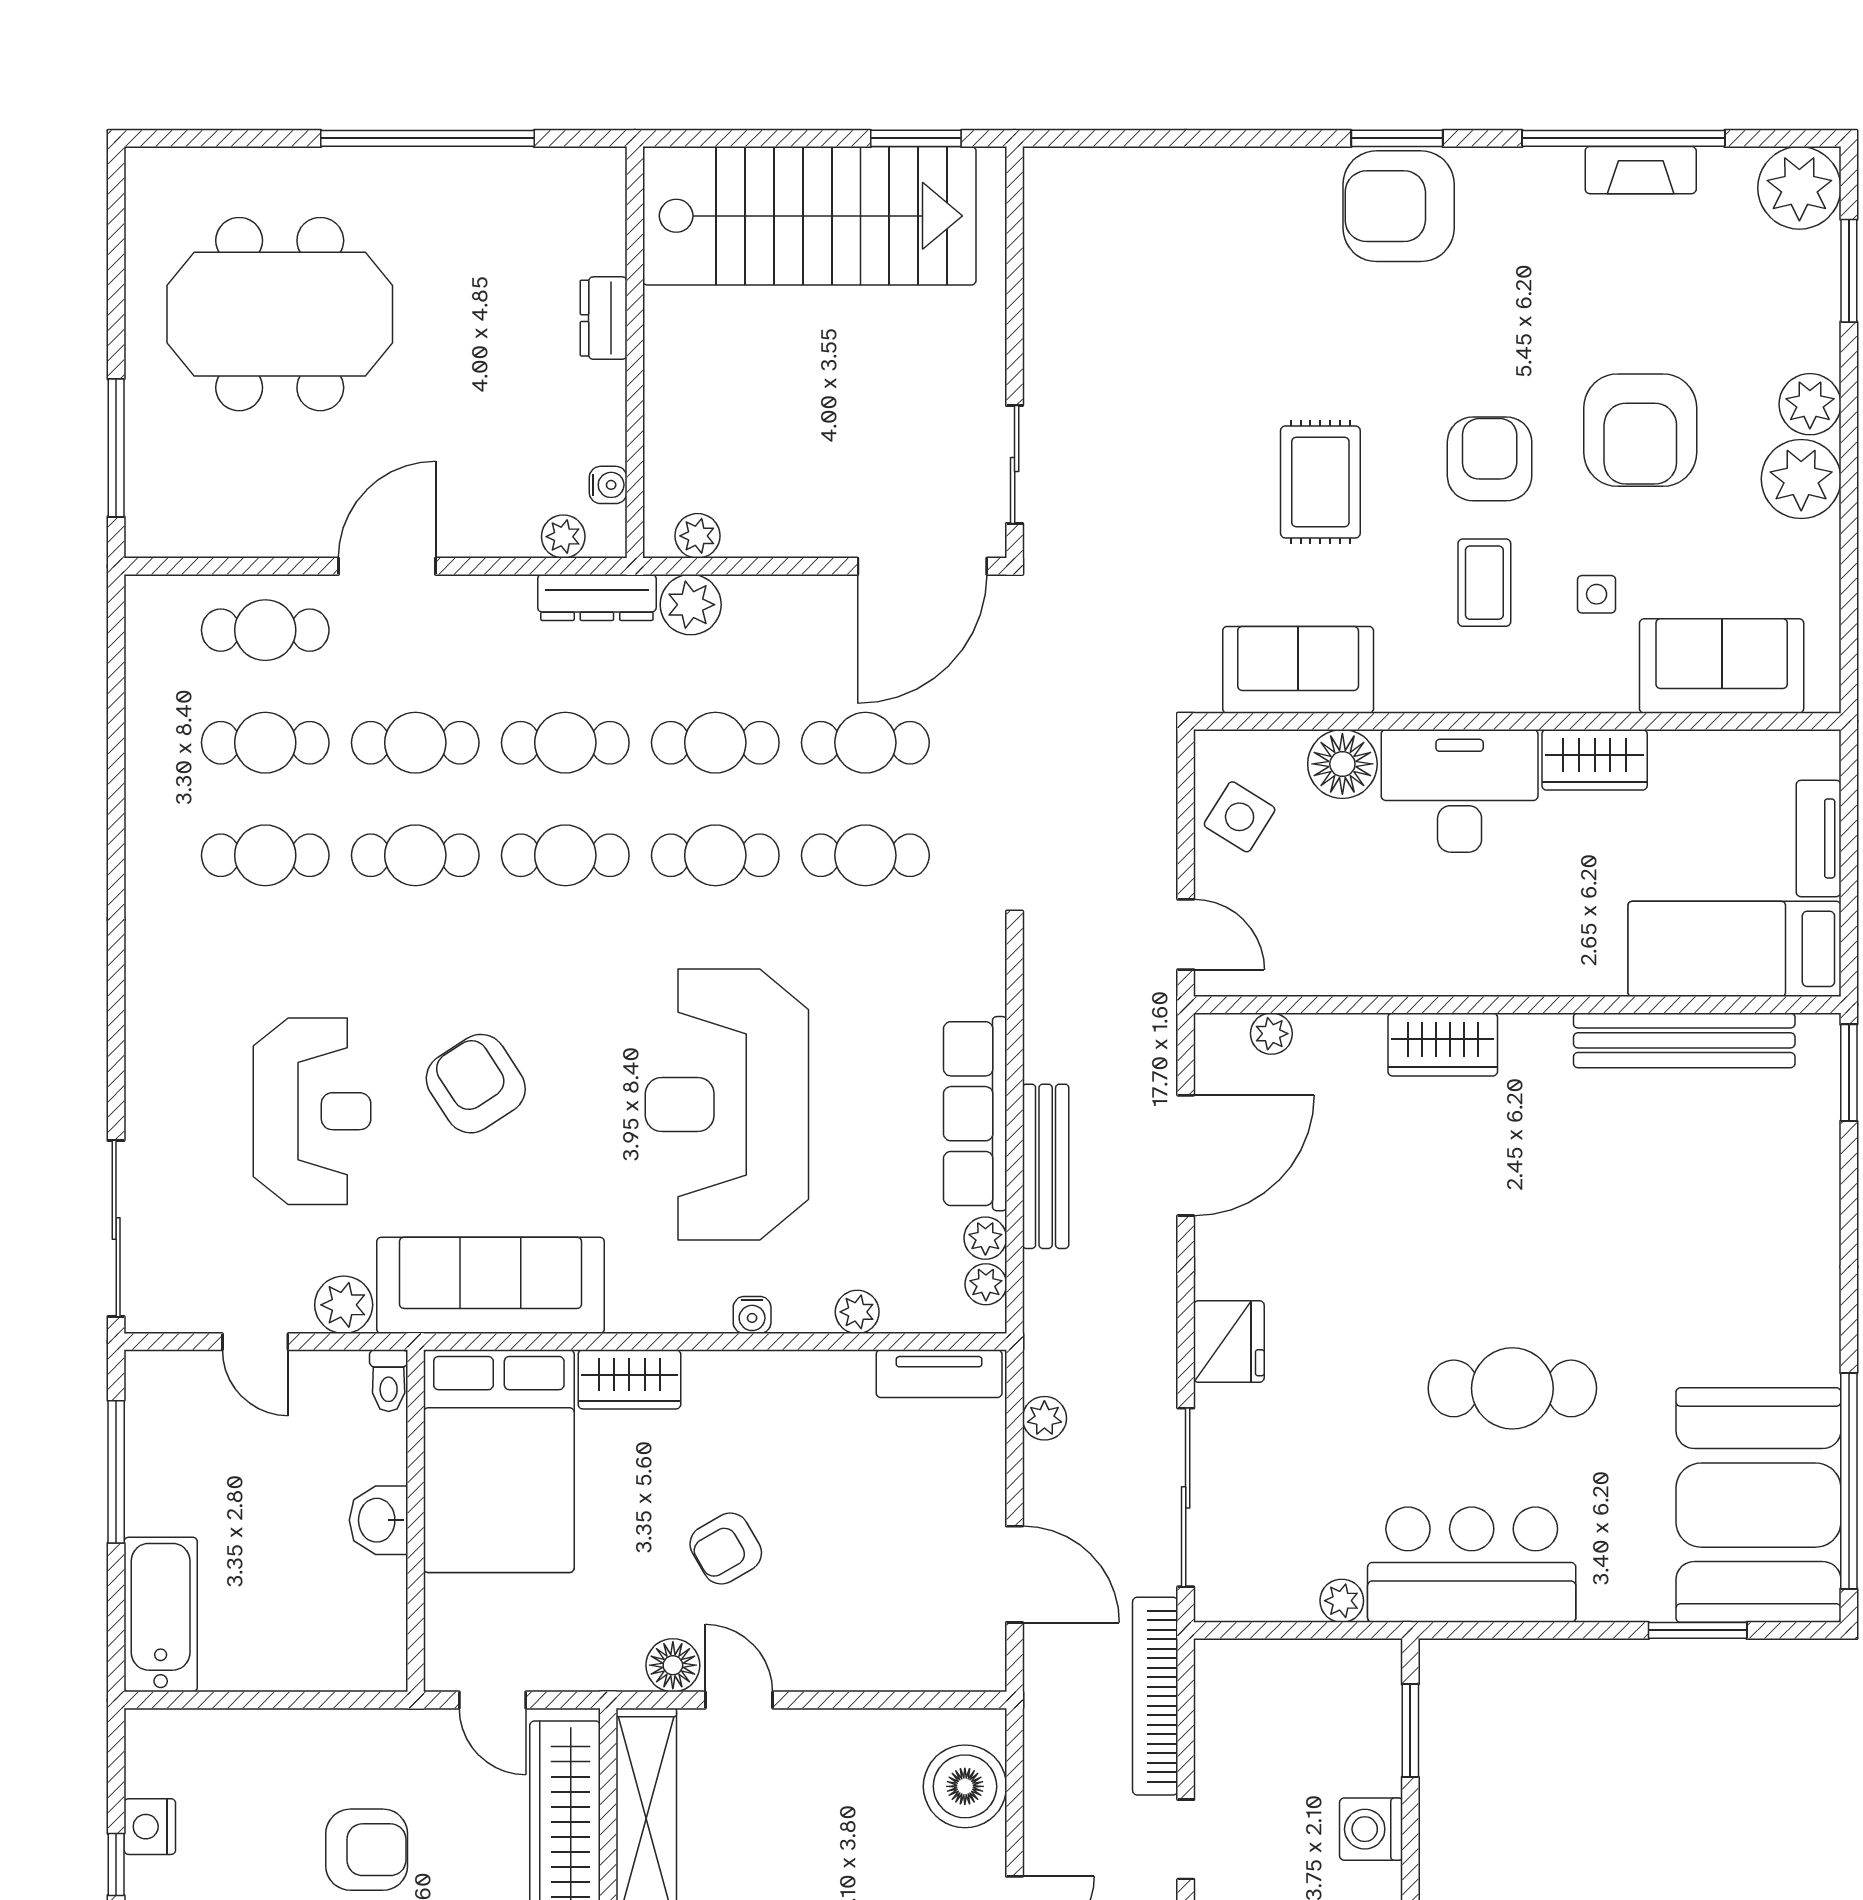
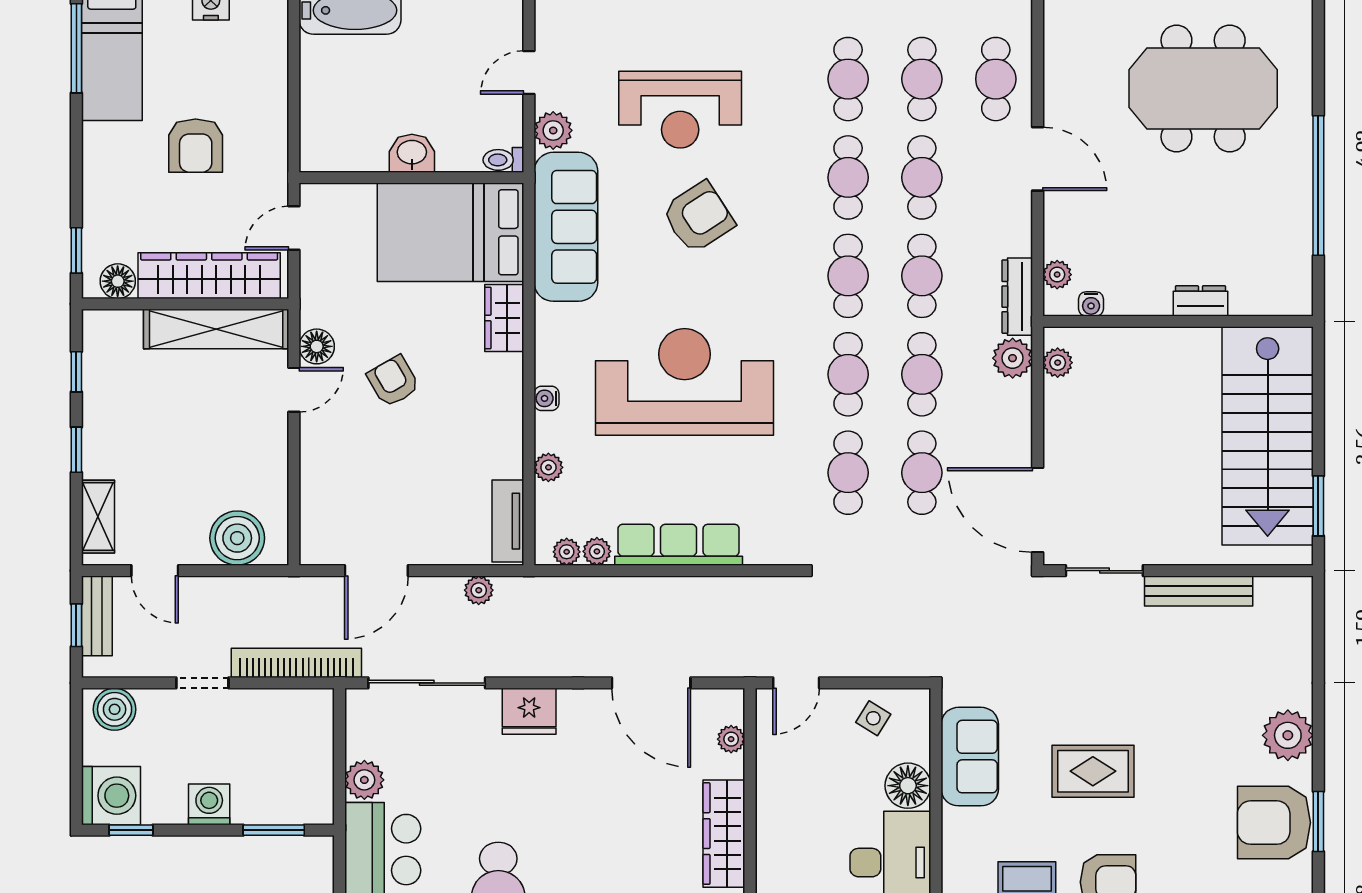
plant: (1266, 185) -> (1288, 735), added
armchair: (1399, 206) -> (1274, 823), turned -90
meeting table: (280, 314) -> (1203, 89), turned 90
side table: (1240, 817) -> (873, 718), width x0.73, depth x0.73
wardrobe: (1443, 1044) -> (724, 834), width x1.50
bench: (1046, 1166) -> (1199, 591), moved
plant: (1342, 1601) -> (364, 780), width x1.38, depth x1.38

